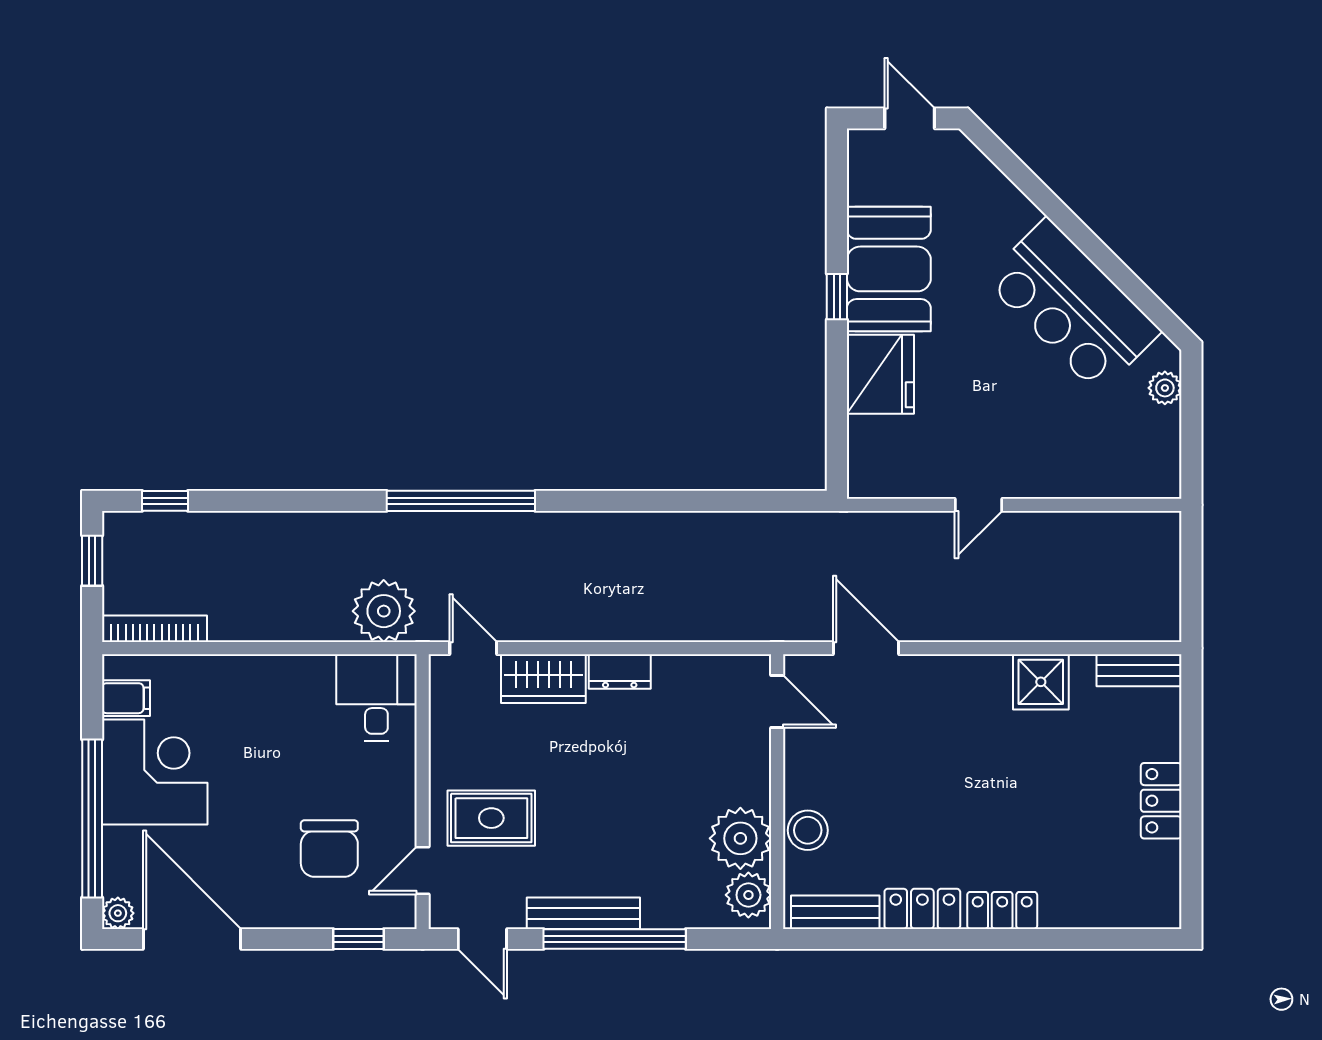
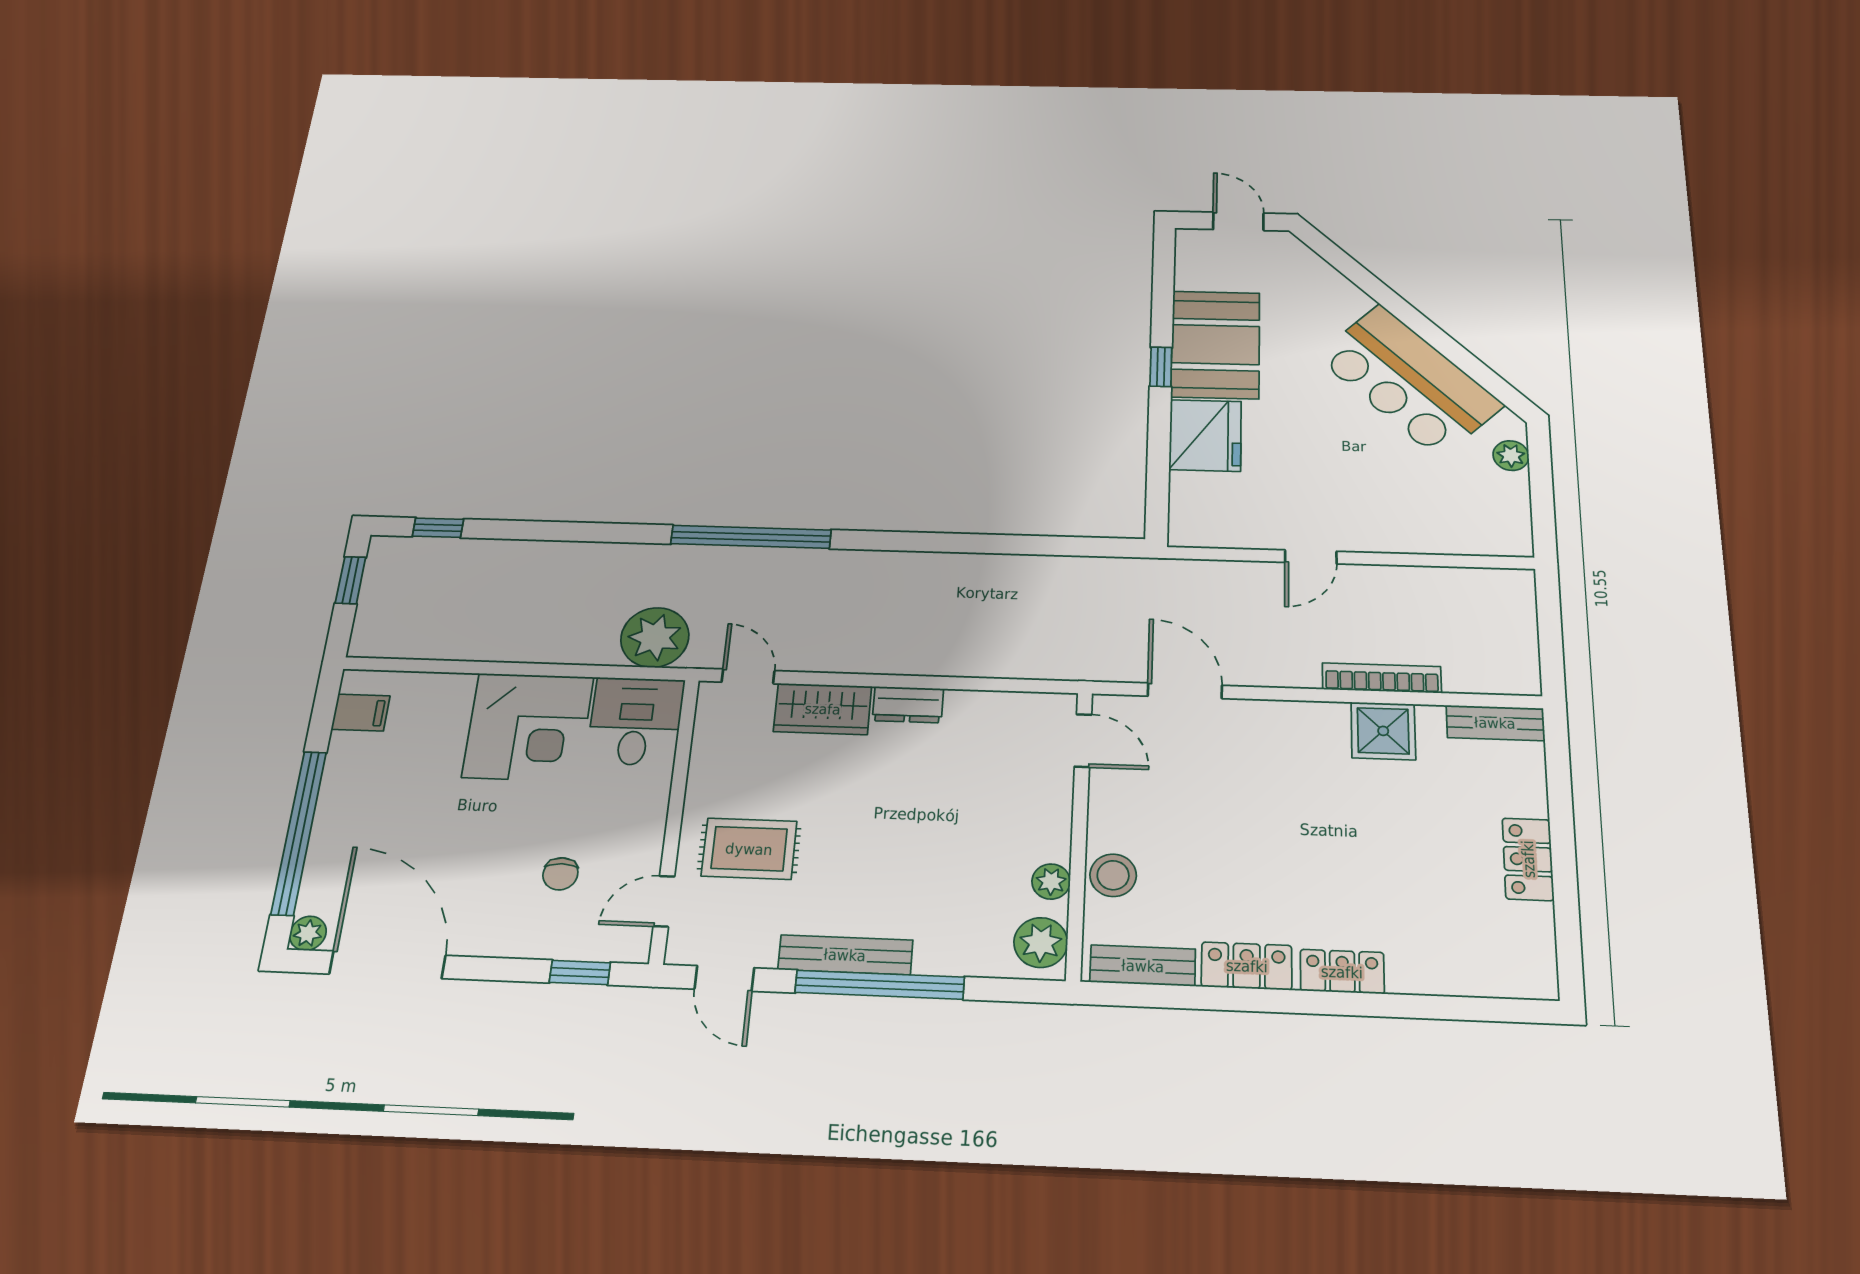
bookcase: (154, 629) -> (1382, 678), moved
corner desk: (155, 772) -> (528, 727), moved, turned 90
plant: (740, 838) -> (1051, 882), width x0.53, depth x0.53
chair: (329, 849) -> (560, 874), width x0.54, depth x0.54

